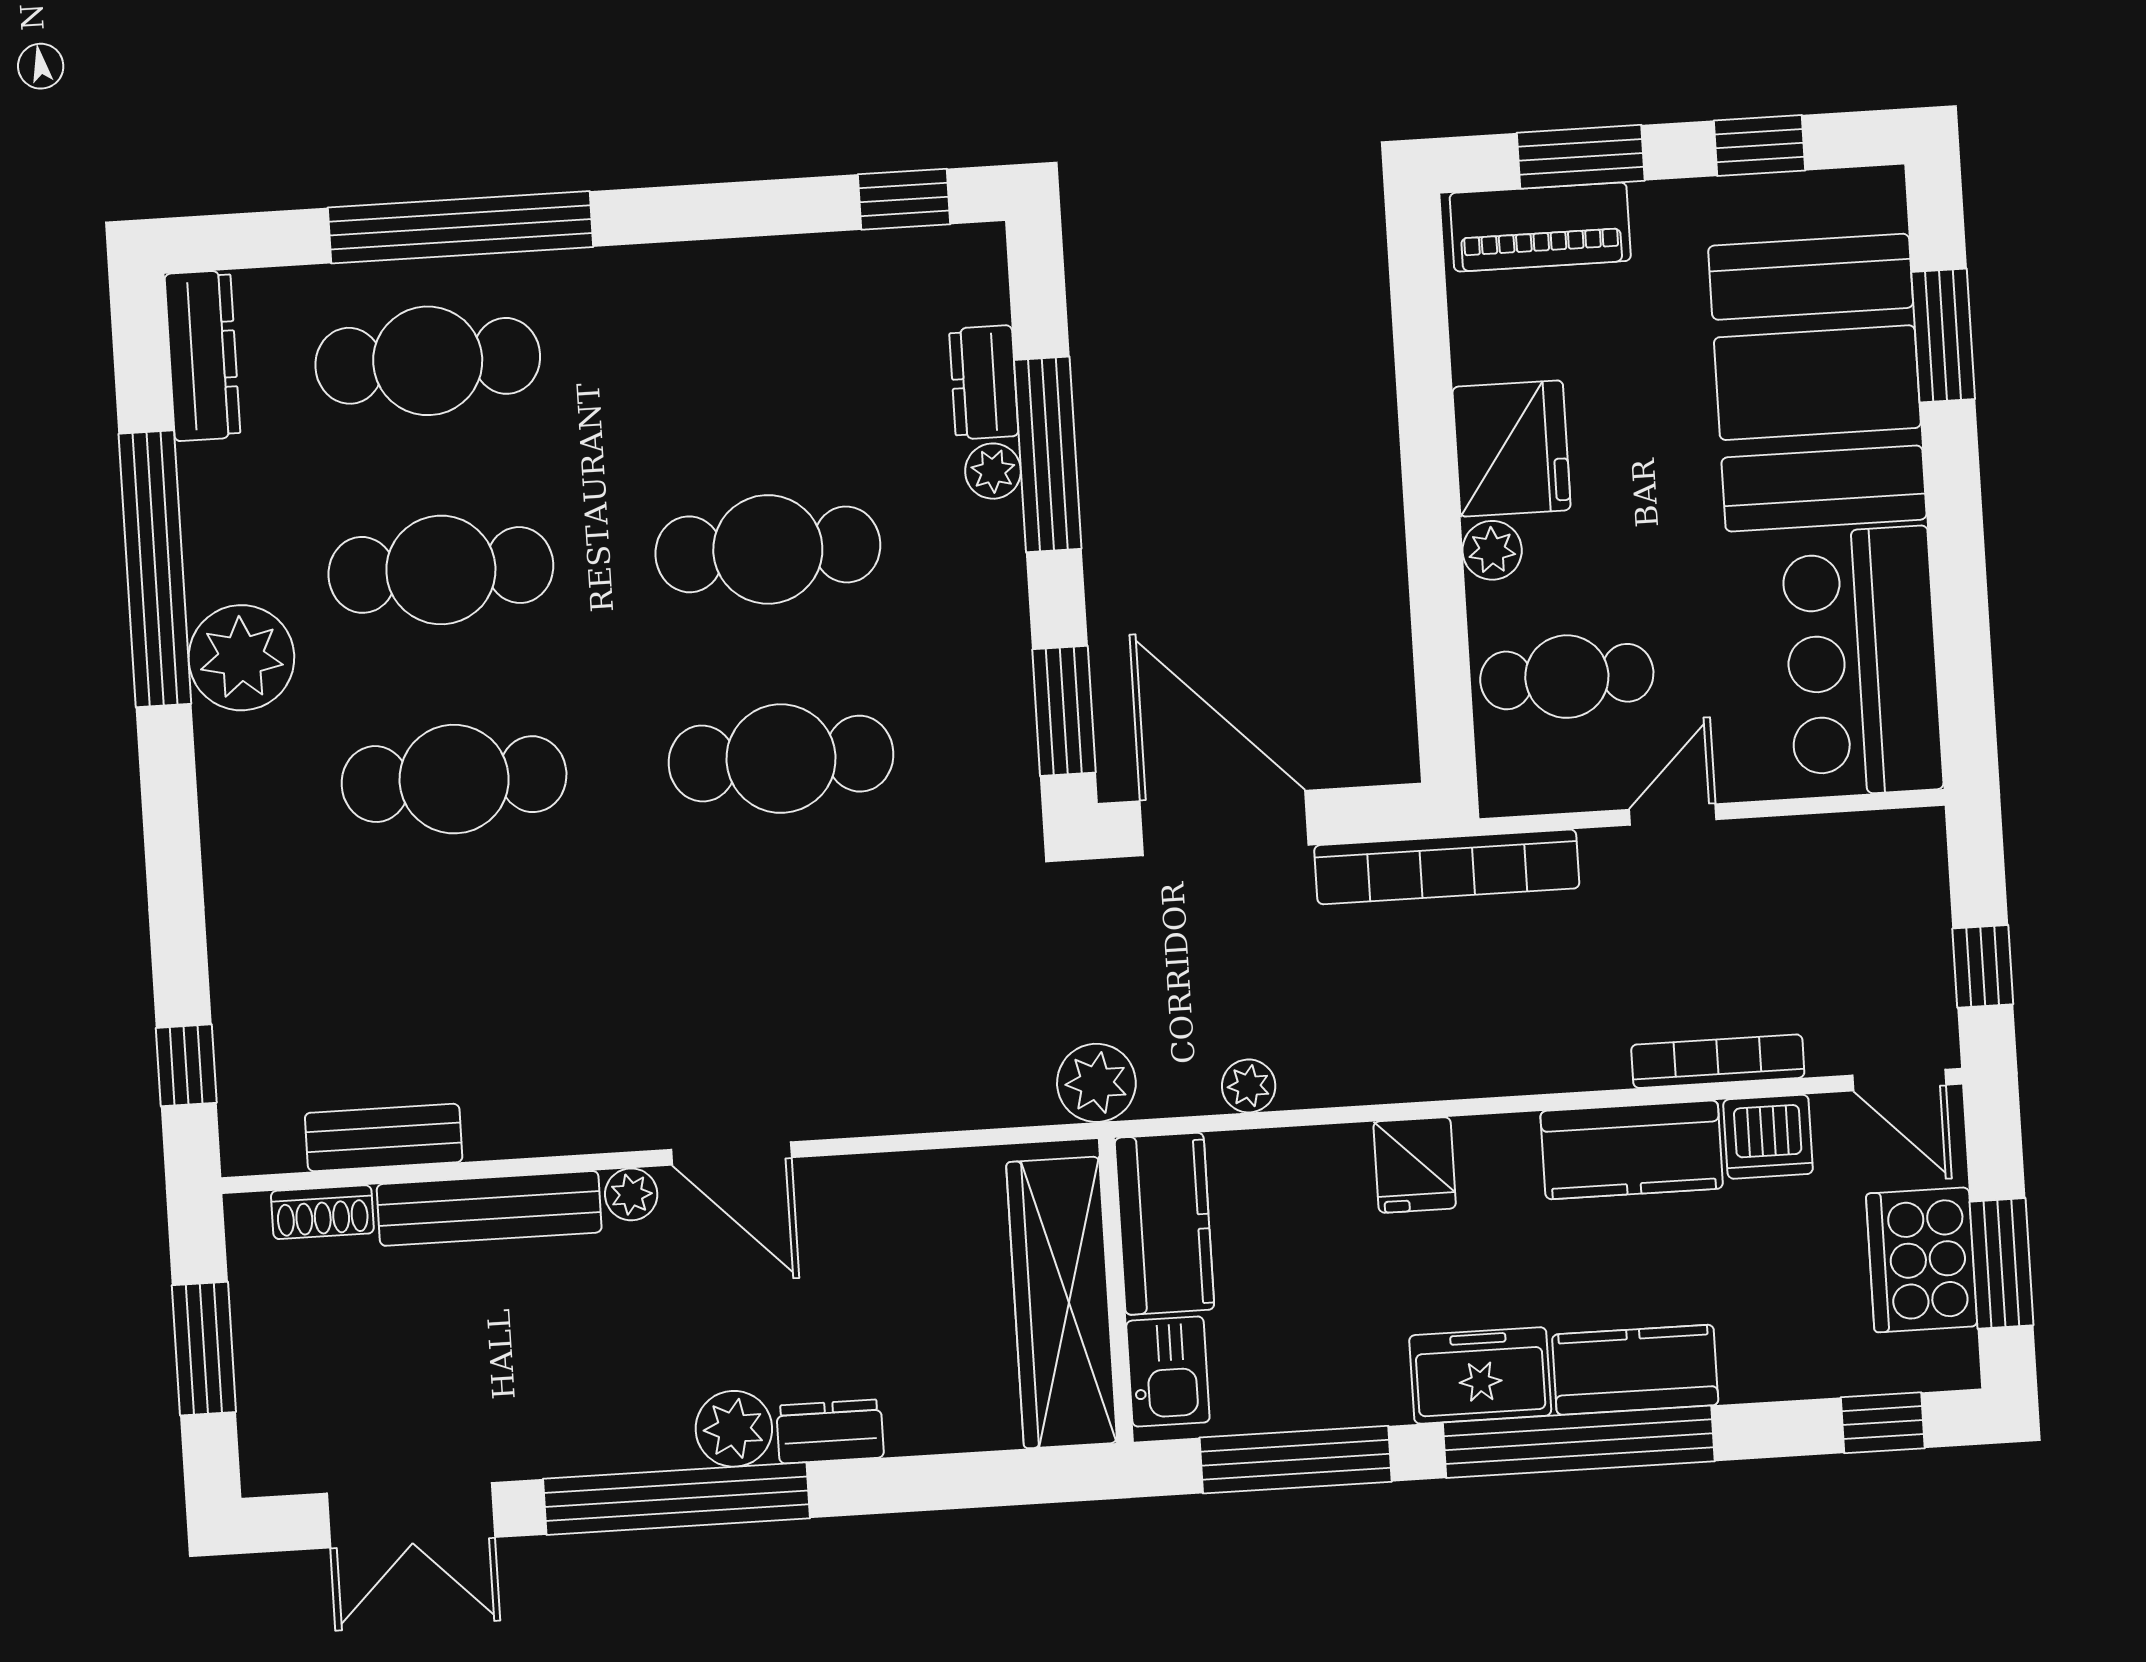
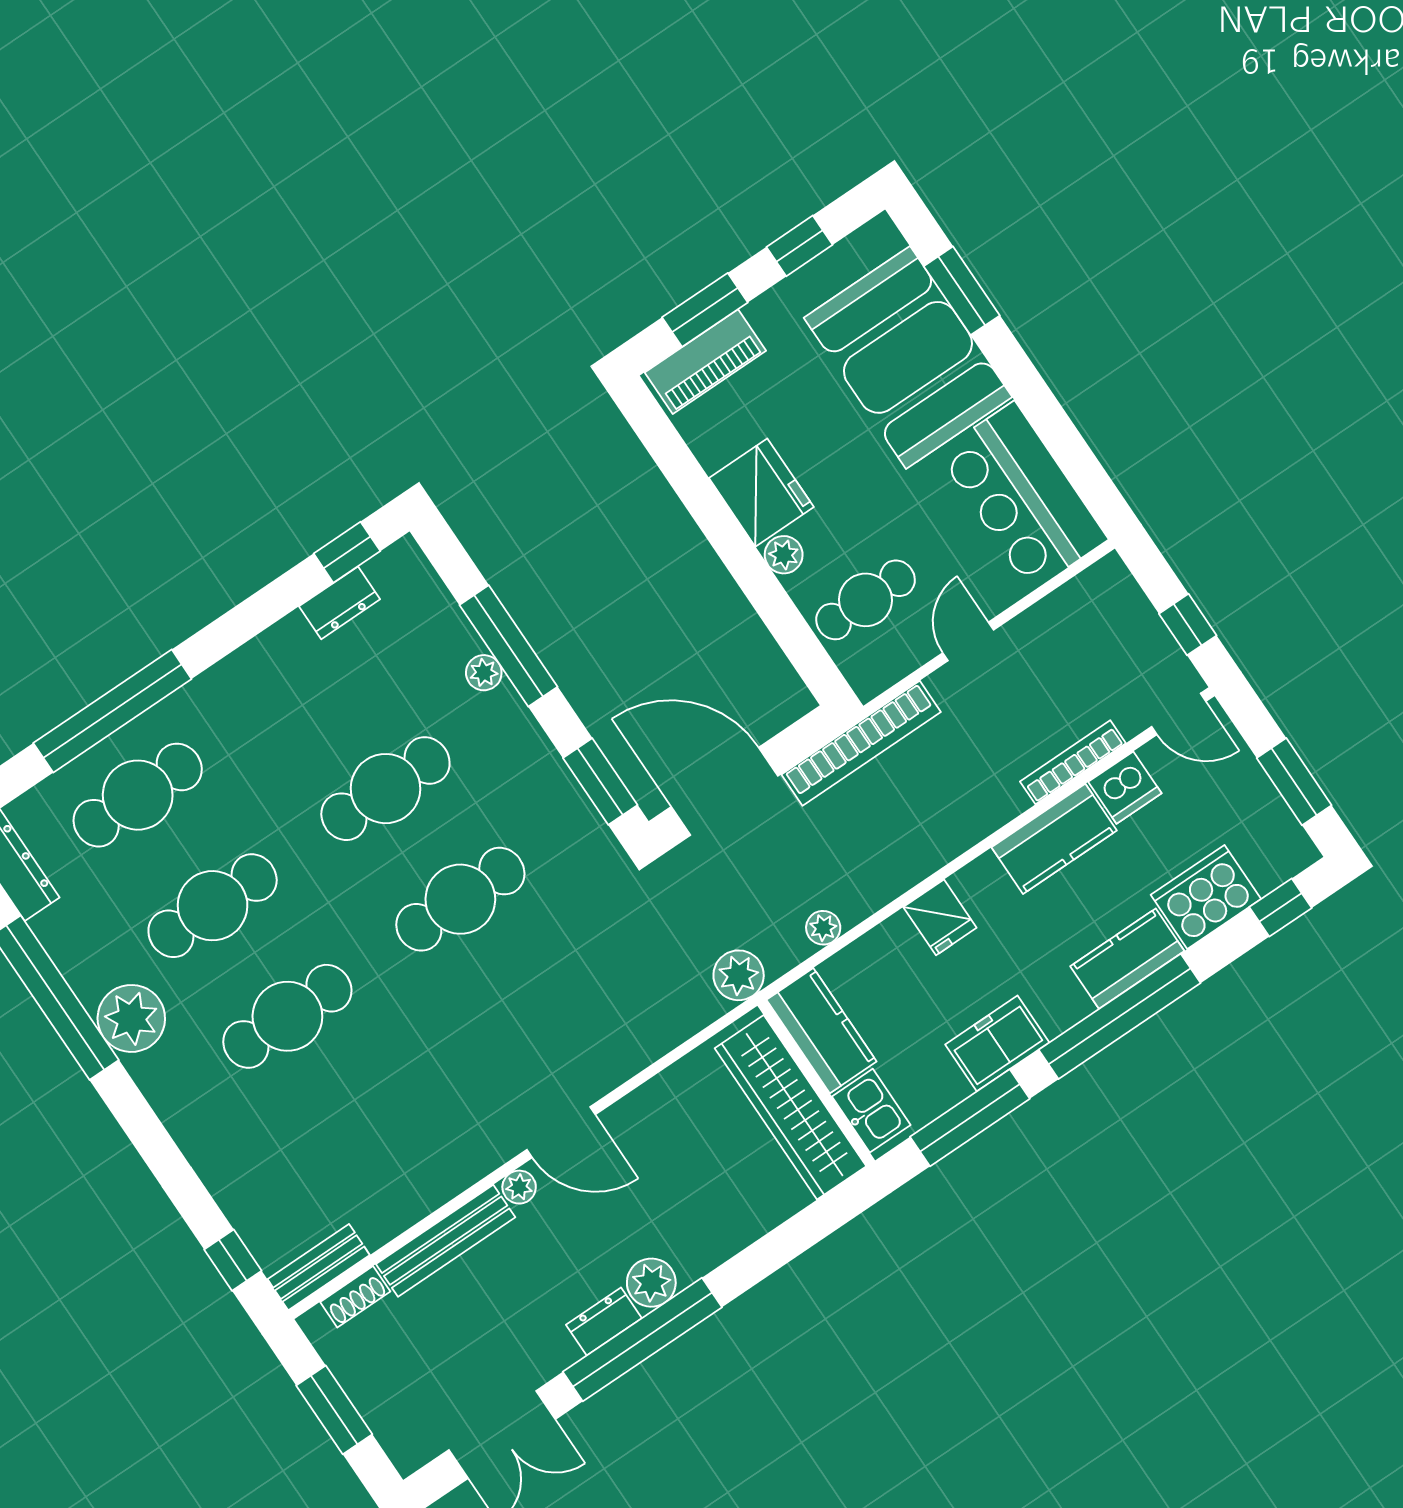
dresser: (984, 382) -> (340, 603), moved, turned -90
bench: (384, 1138) -> (319, 1267), moved
cooker: (1922, 1260) -> (1206, 897), moved, turned 90
freezer: (1480, 1375) -> (997, 1043), moved
dresser: (830, 1432) -> (604, 1322), moved

